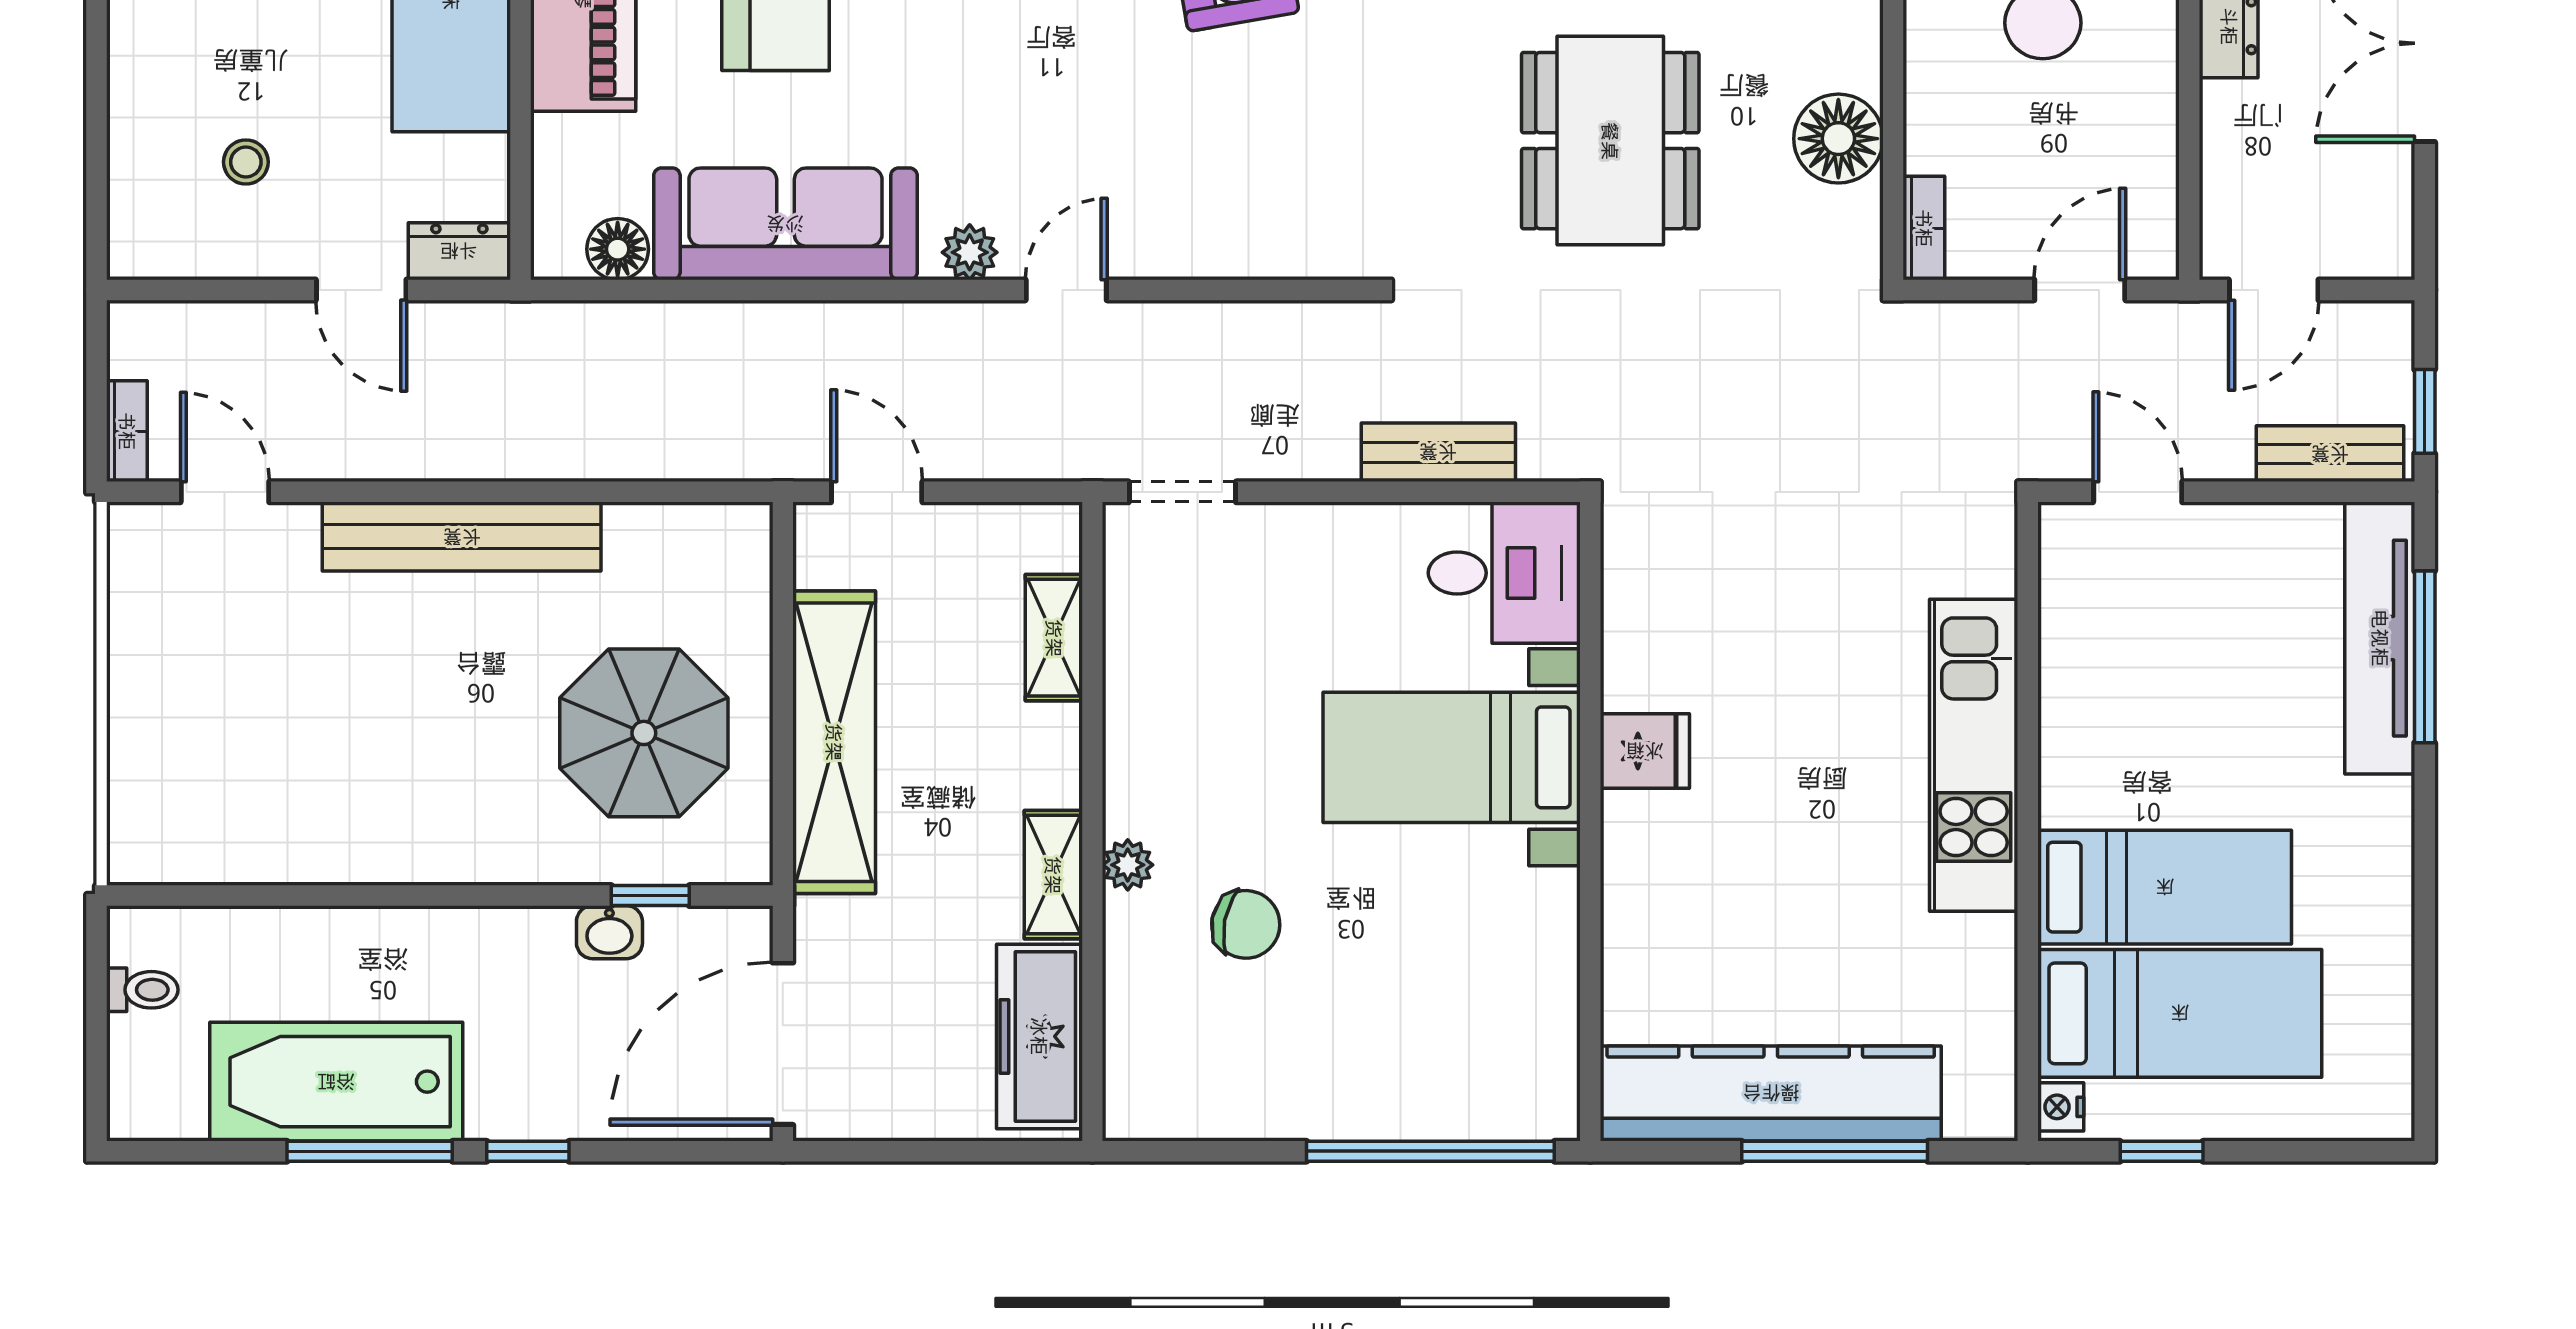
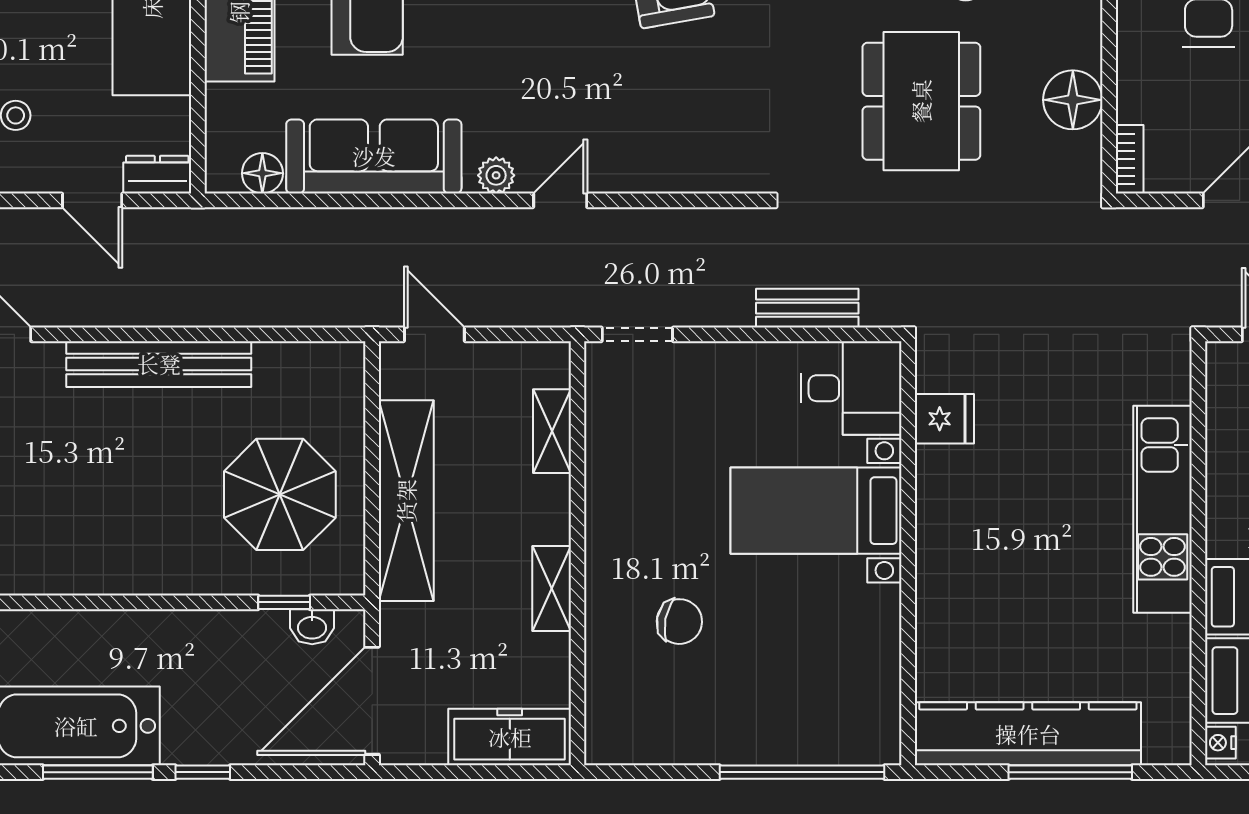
fridge: (1645, 751) -> (944, 419), moved
plant: (1128, 865) -> (601, 582), removed
washbasin: (609, 932) -> (312, 627), moved
freezer: (1039, 1036) -> (510, 737), moved, turned 90

